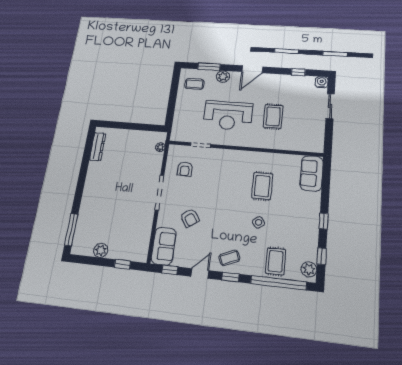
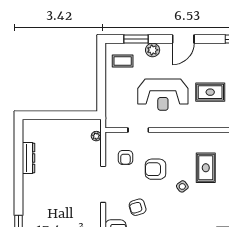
rug: (273, 116) -> (210, 92), turned 90
dresser: (98, 147) -> (29, 158), moved
armchair: (212, 183) -> (155, 169), added
armchair: (190, 218) -> (138, 207), turned 107
side table: (259, 222) -> (182, 186), moved

